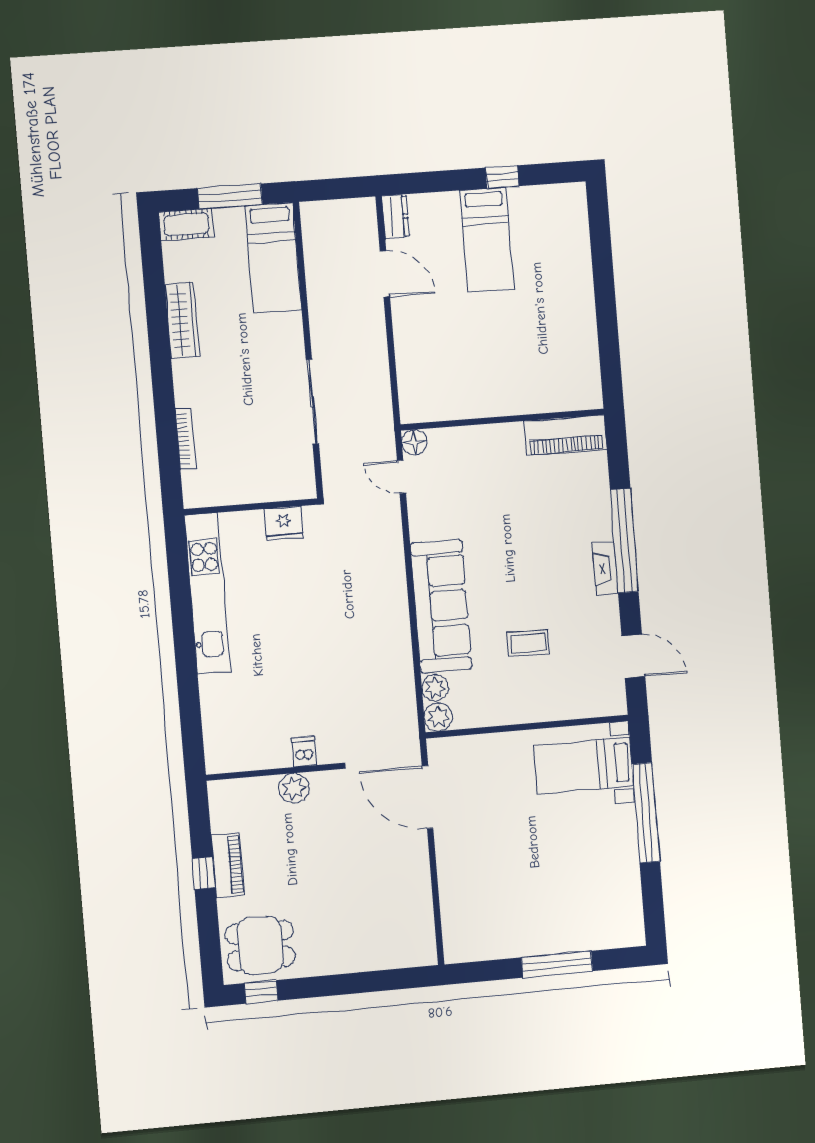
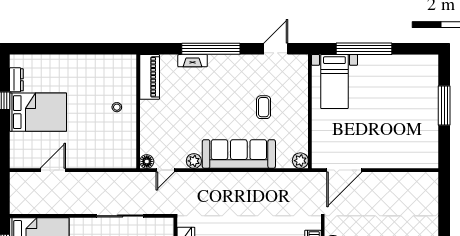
dresser: (396, 217) -> (16, 80), moved, turned 90
bed: (487, 240) -> (38, 112), width x1.50
stool: (507, 381) -> (117, 107), added
fireplace: (605, 569) -> (193, 61), moved
plant: (435, 688) -> (194, 161), moved

